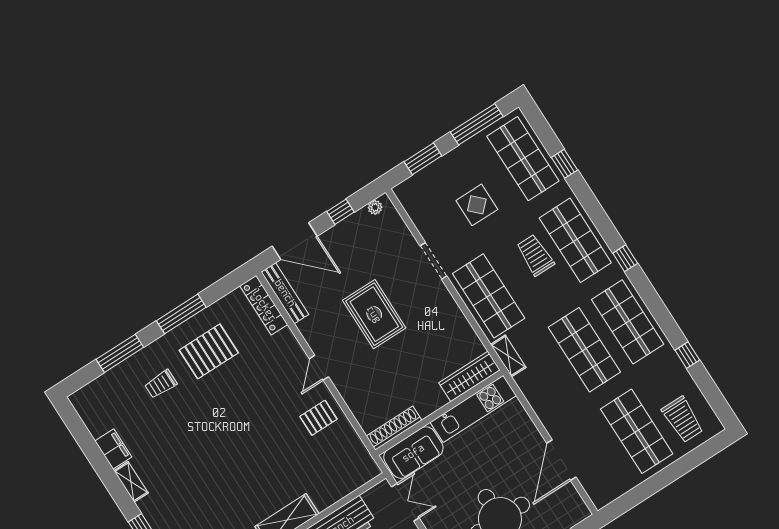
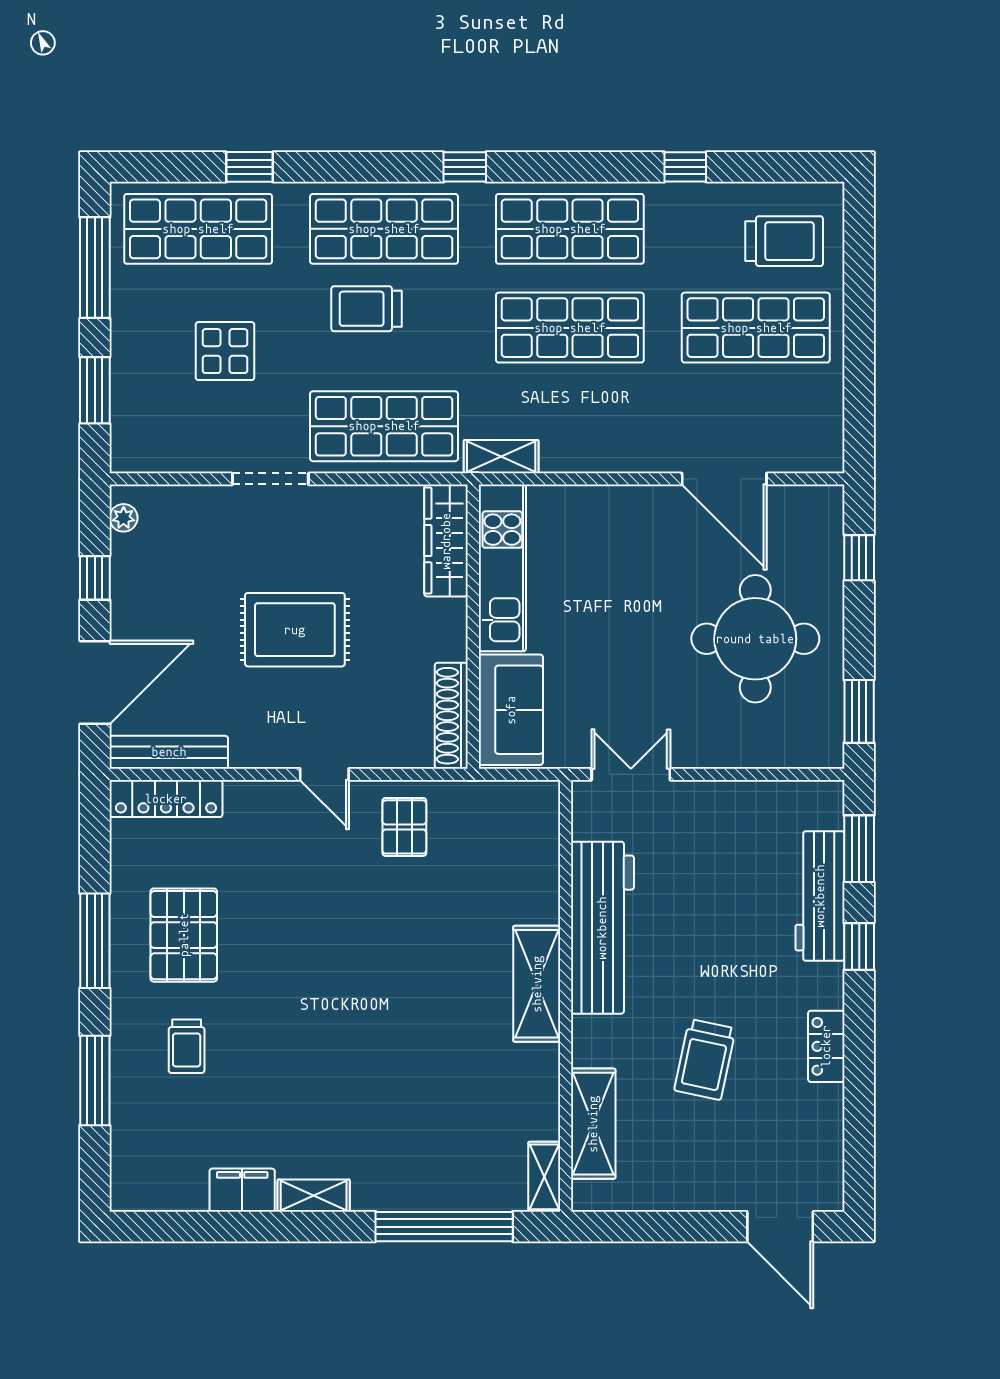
wardrobe: (469, 376) -> (446, 541), moved
kitchen unit: (473, 409) -> (502, 568), moved
wall: (439, 413) -> (473, 627), moved
shoe rack: (394, 428) -> (451, 716), moved
sofa: (413, 453) -> (511, 710), moved

